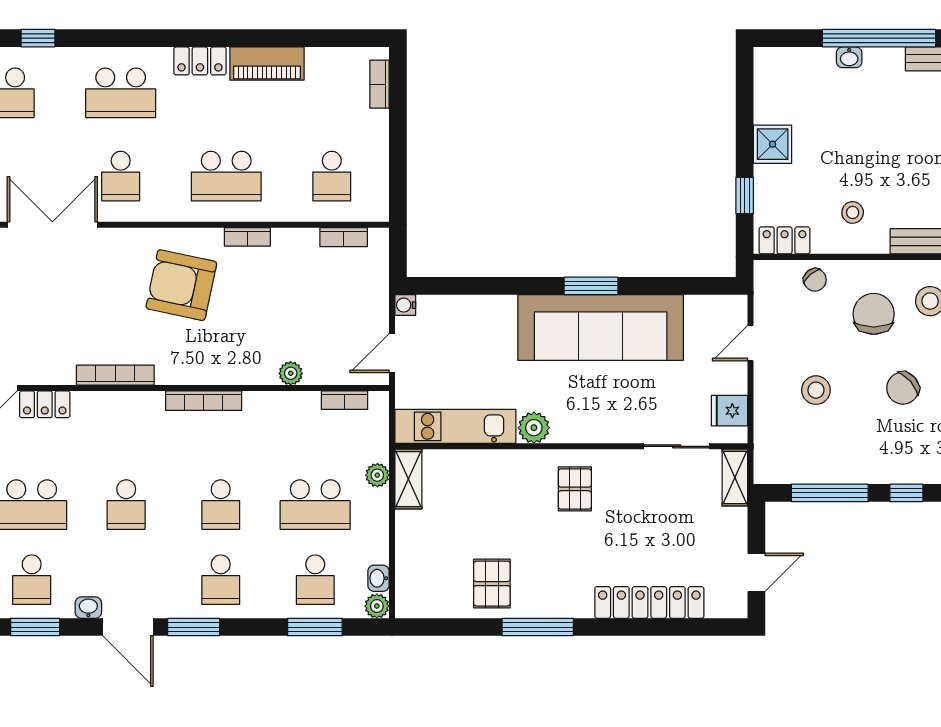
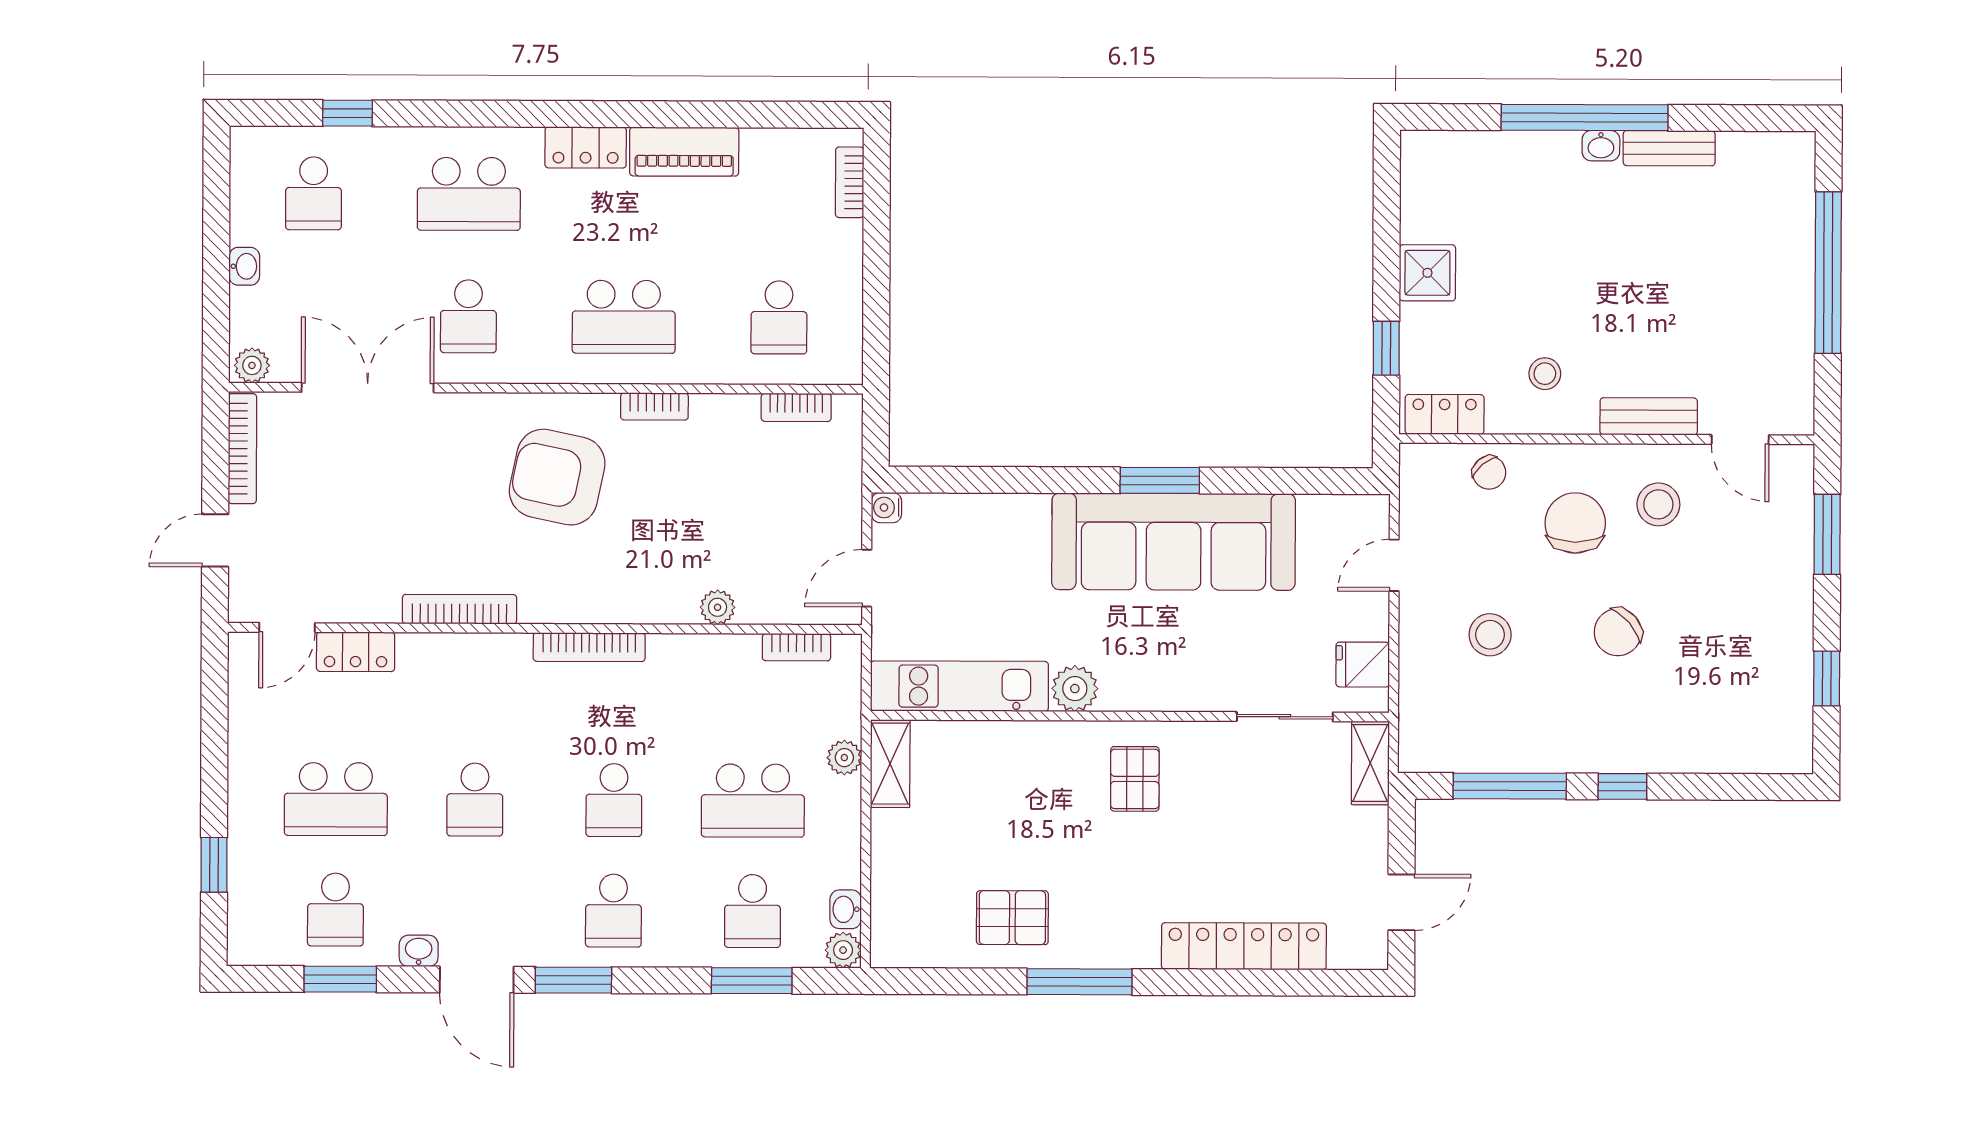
washbasin: (849, 57) -> (1601, 146), moved
pallet: (492, 584) -> (1012, 918), turned 90

